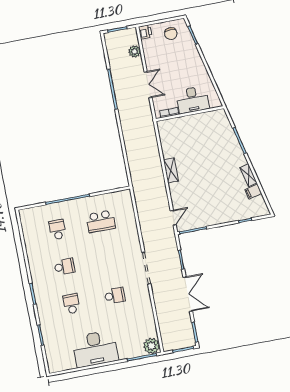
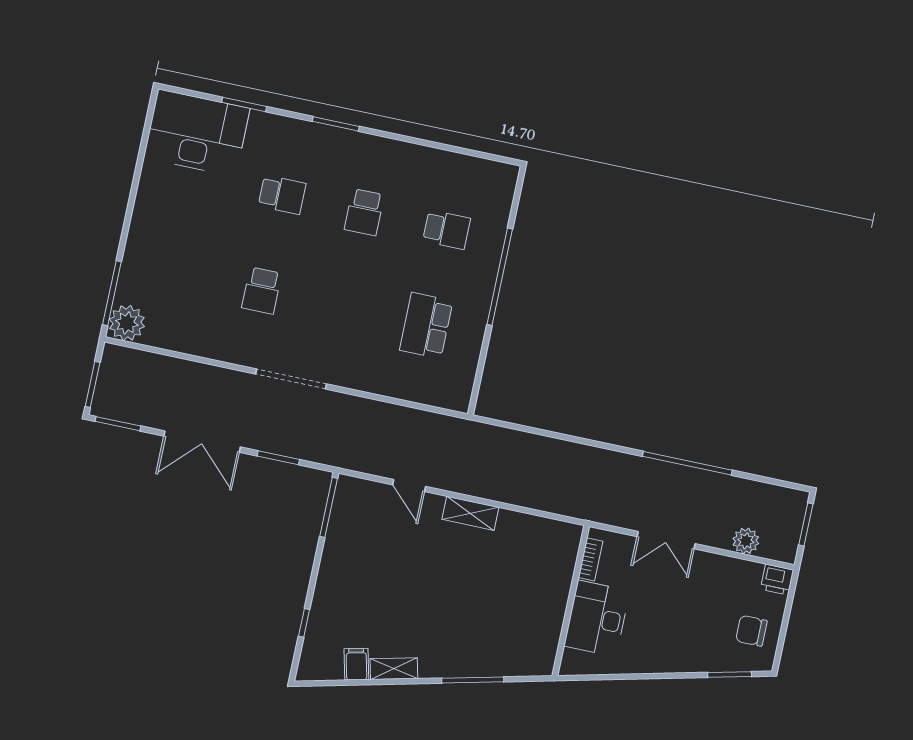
door: (173, 218) -> (409, 486), moved
desk: (95, 349) -> (197, 133), moved, turned 90

